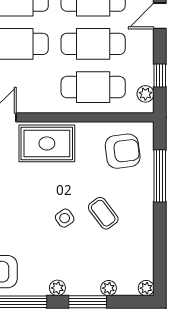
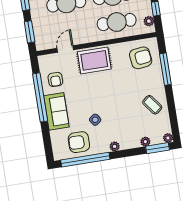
coffee table: (103, 213) -> (152, 105), moved
side table: (65, 218) -> (95, 120), moved
window: (88, 302) -> (158, 148), moved

